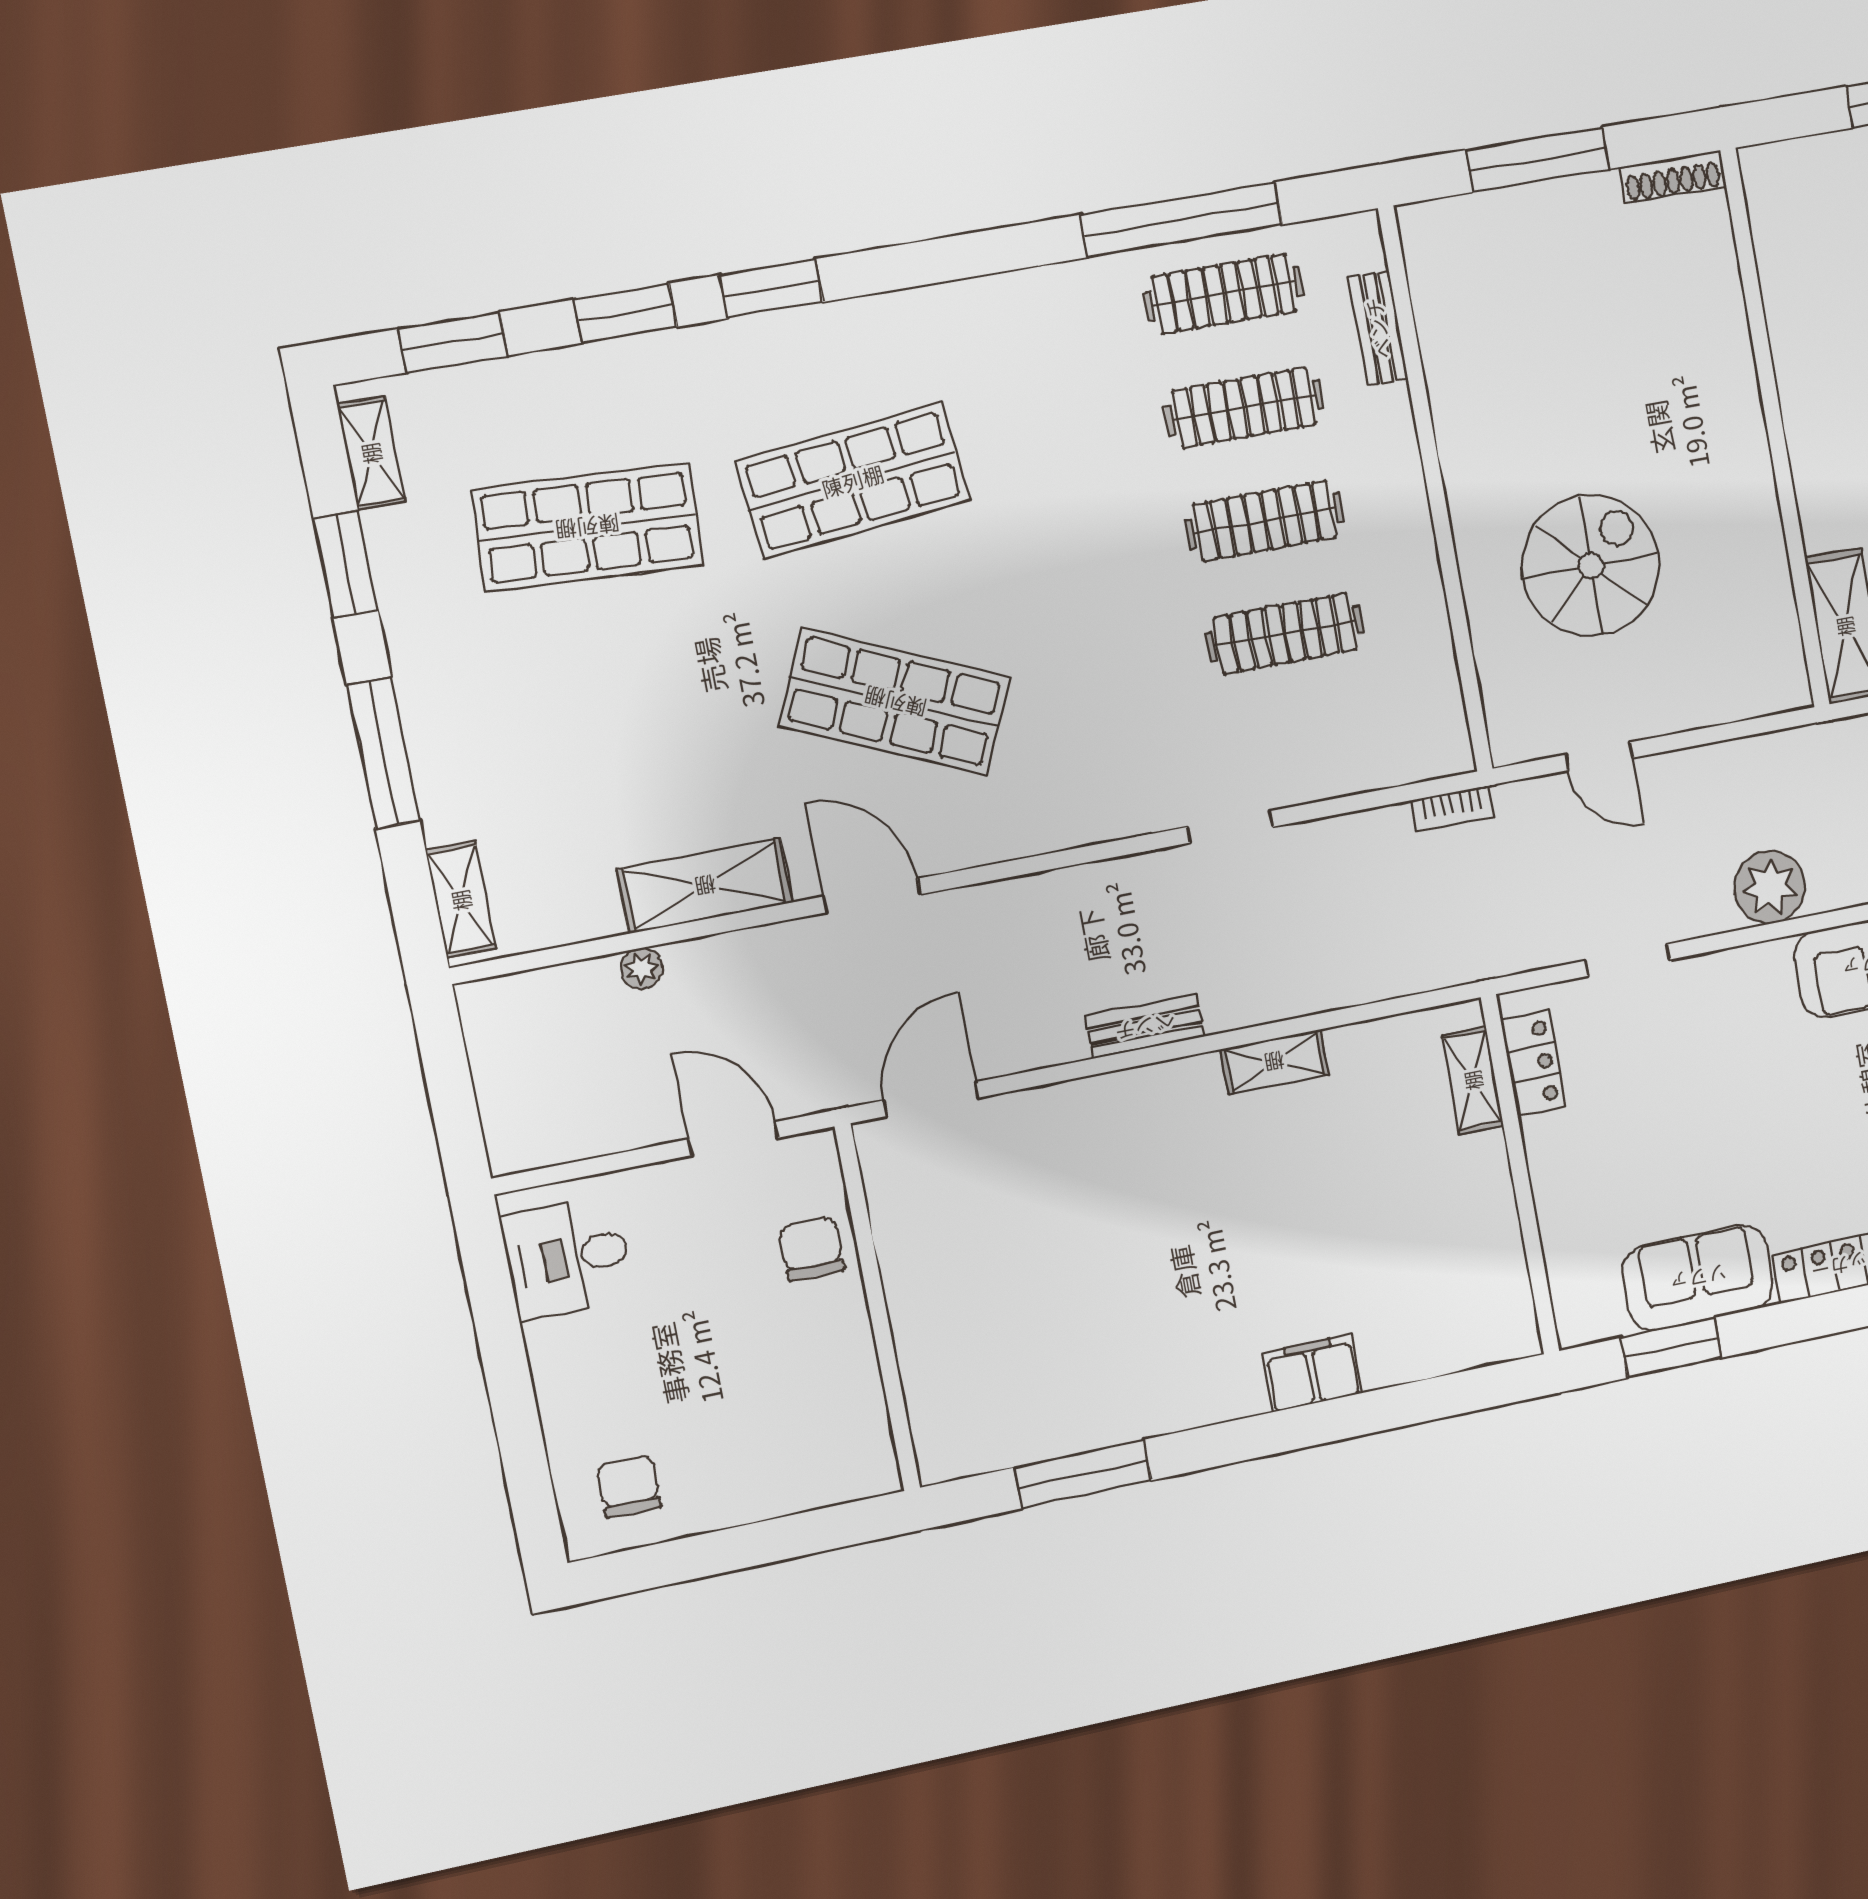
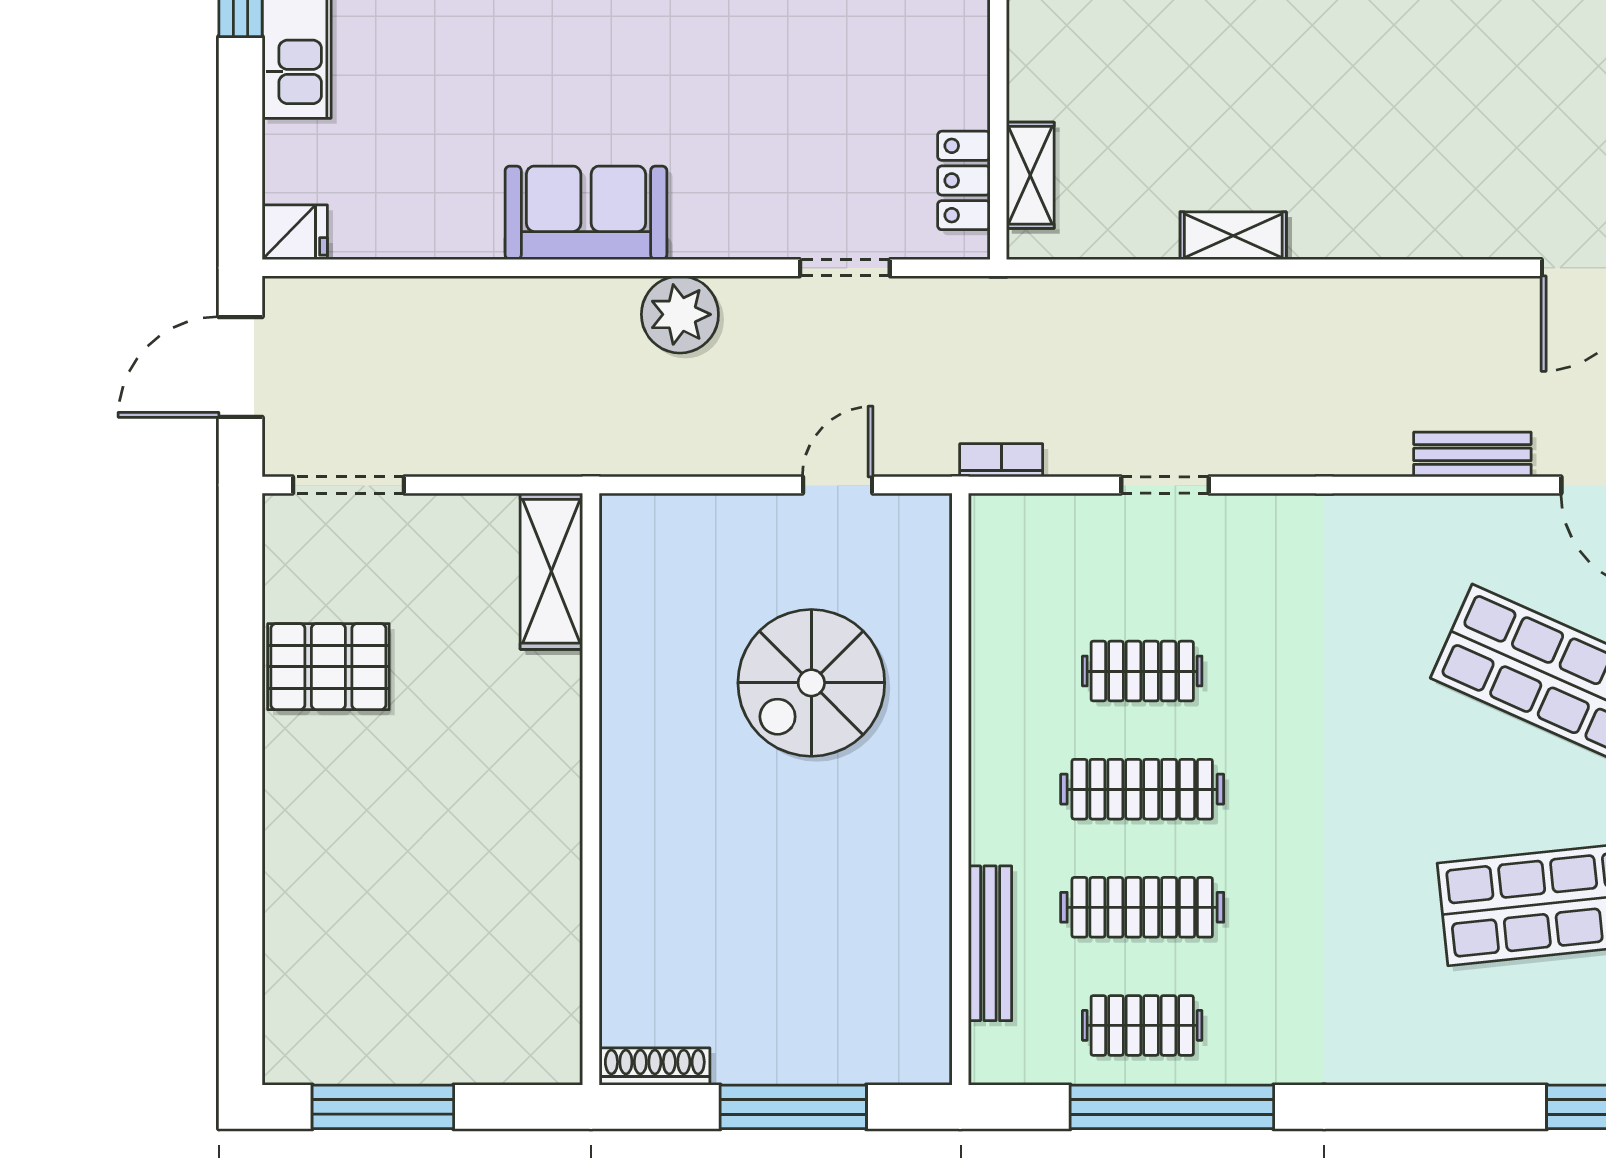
clothes rail: (1224, 294) -> (1142, 1025), width x0.73
bench: (1378, 328) -> (990, 943), width x1.36
clothes rail: (1285, 634) -> (1142, 671), width x0.73
door: (1599, 756) -> (838, 485), hinge flipped
doorway: (1230, 827) -> (1165, 485), moved
bench: (1145, 1027) -> (1472, 454), moved

